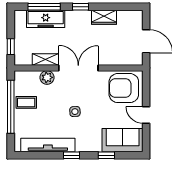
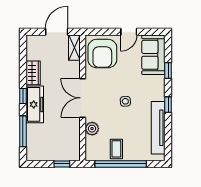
freezer: (46, 19) -> (35, 104), moved
shelving: (45, 59) -> (74, 48), moved

